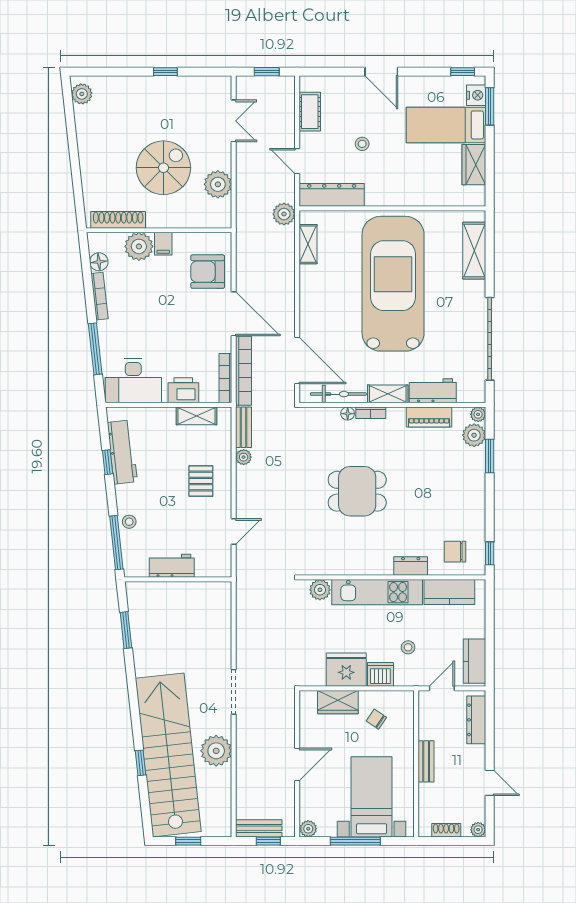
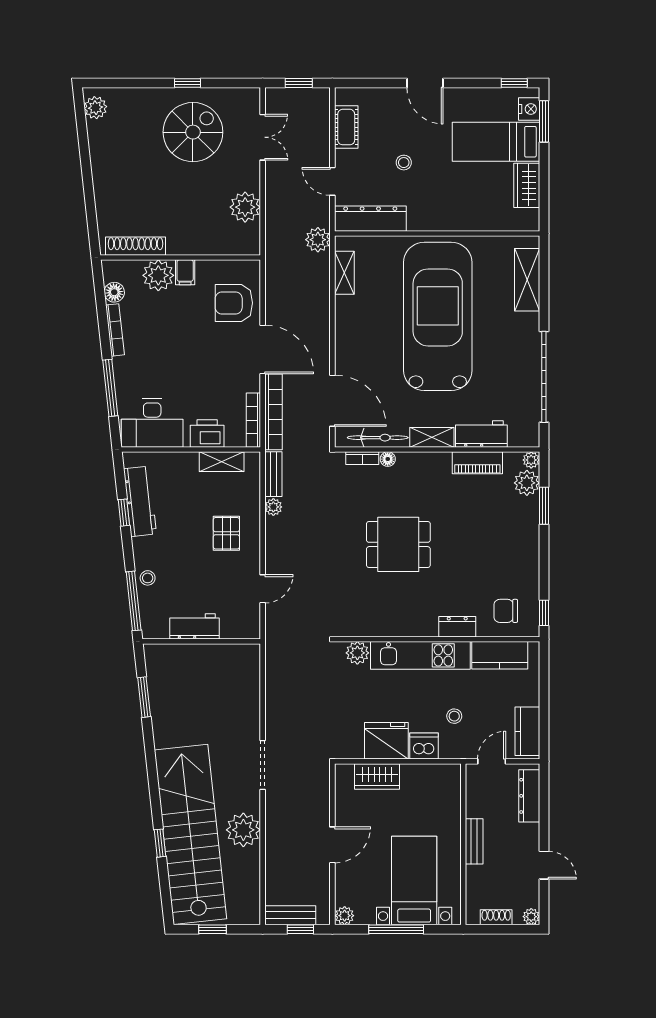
spiral stairs: (163, 168) -> (193, 132), moved
bookcase: (371, 413) -> (362, 458), moved
chair: (376, 719) -> (419, 795), removed

